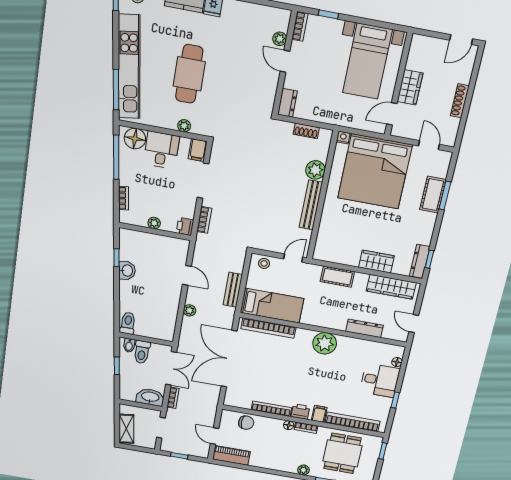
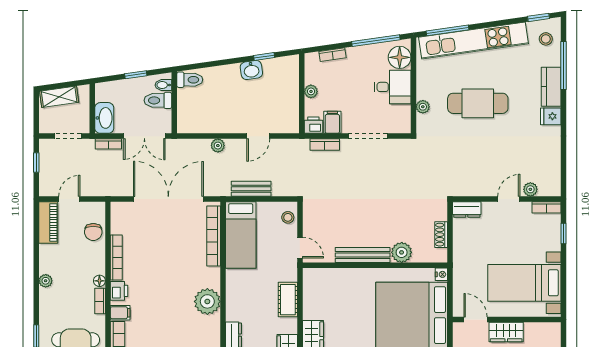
filing cabinet: (198, 150) -> (332, 122), moved, turned 90
plant: (303, 470) -> (46, 281), moved

